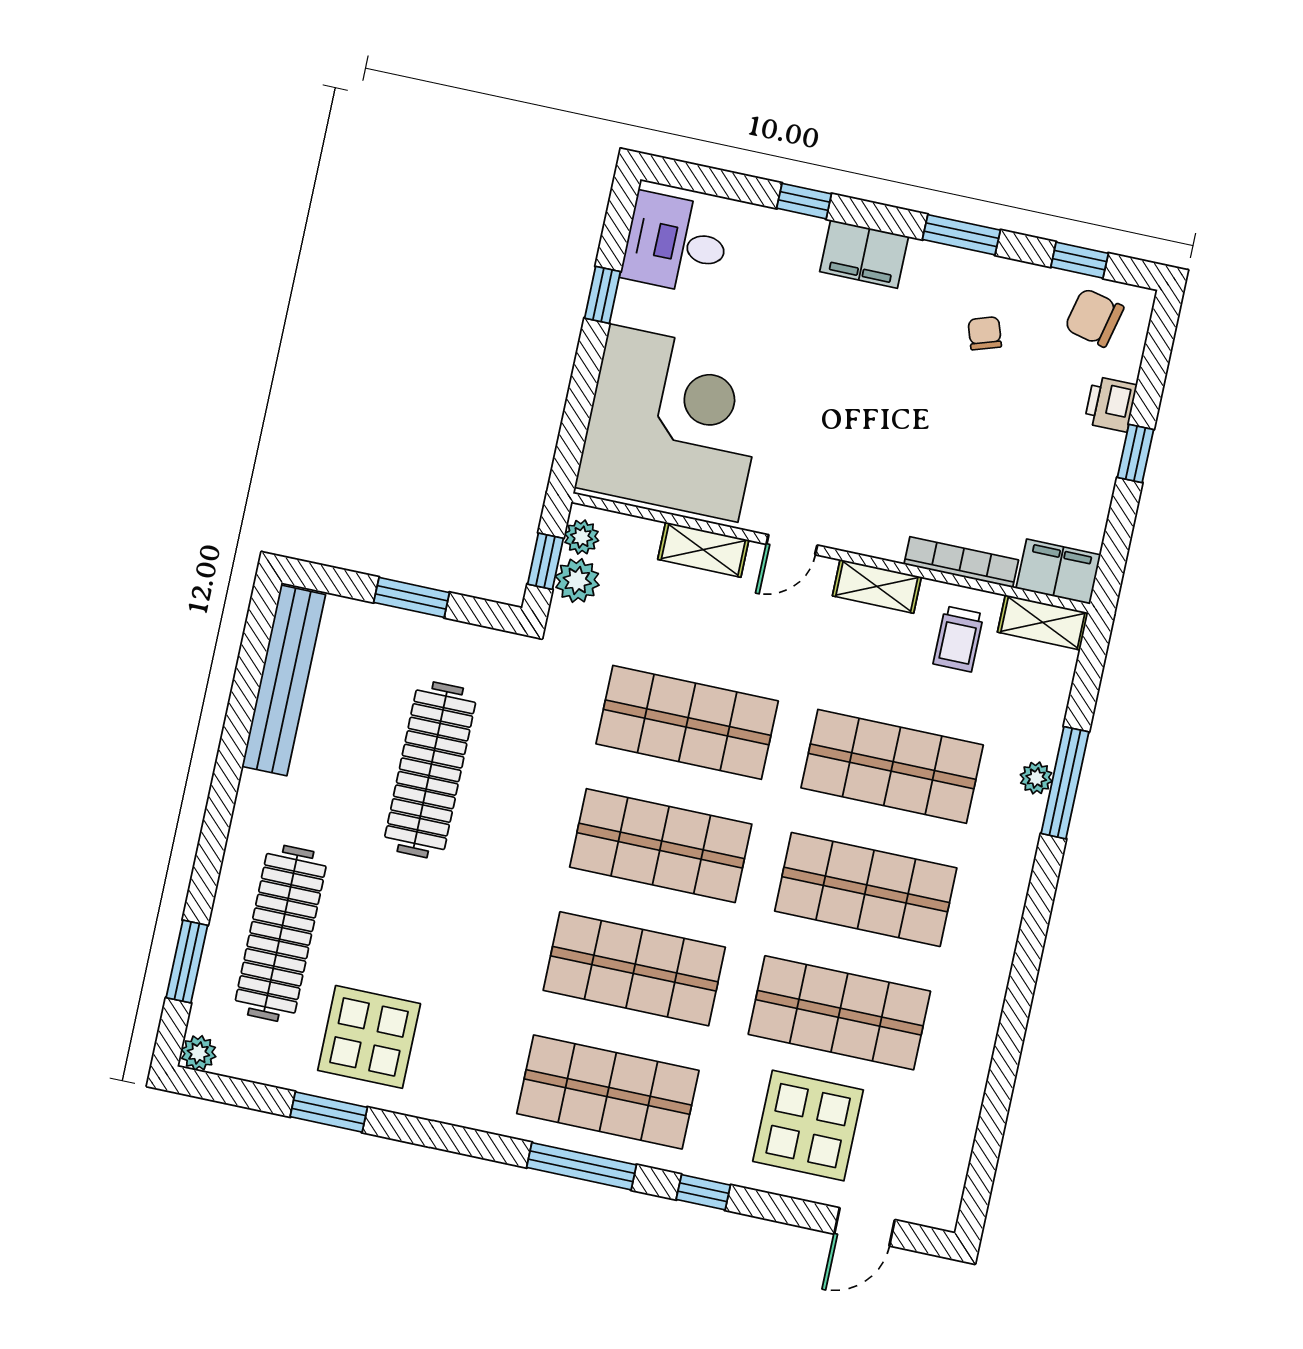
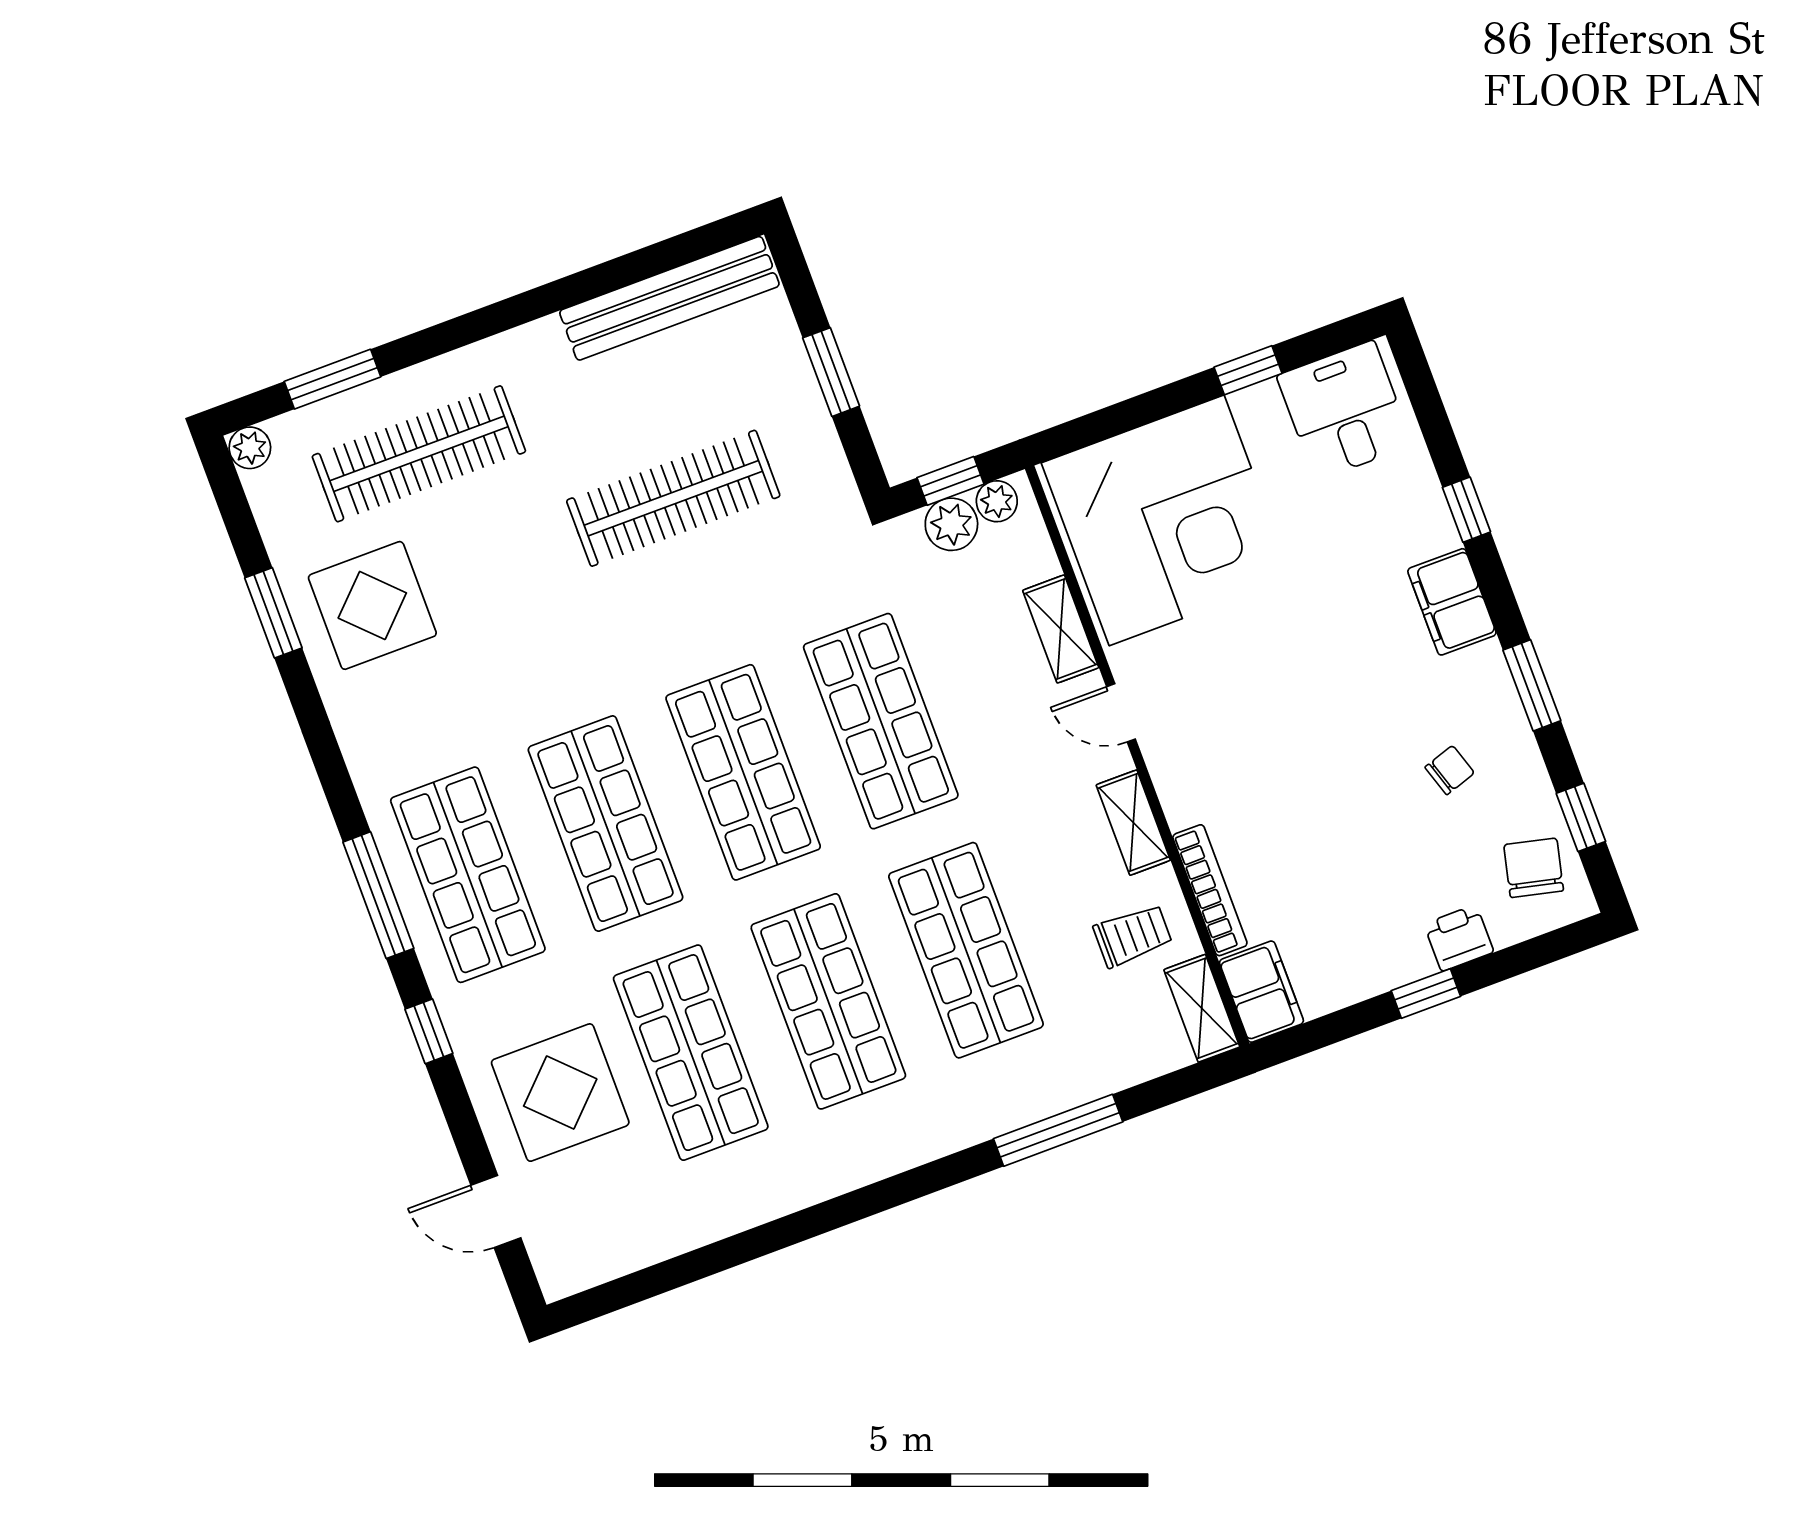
trolley: (958, 639) -> (1133, 936), turned 180
plant: (1036, 778) -> (1045, 1099), removed

